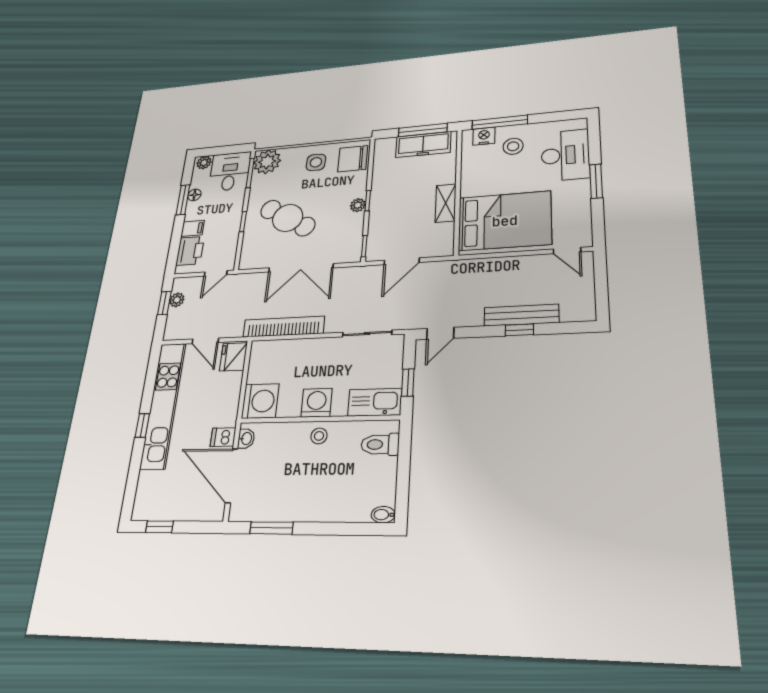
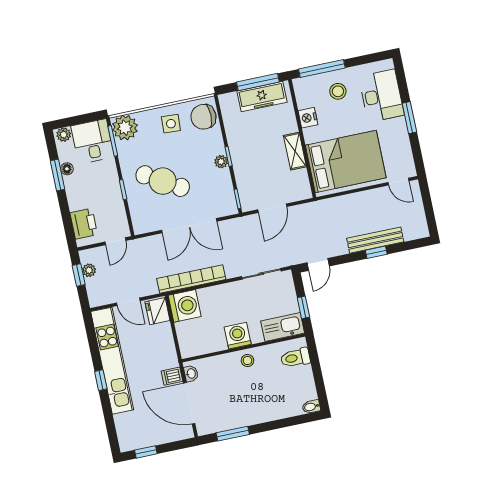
nightstand: (484, 136) -> (308, 118), moved, turned -90
filing cabinet: (193, 228) -> (78, 202), removed
washing machine: (260, 401) -> (185, 306), moved

